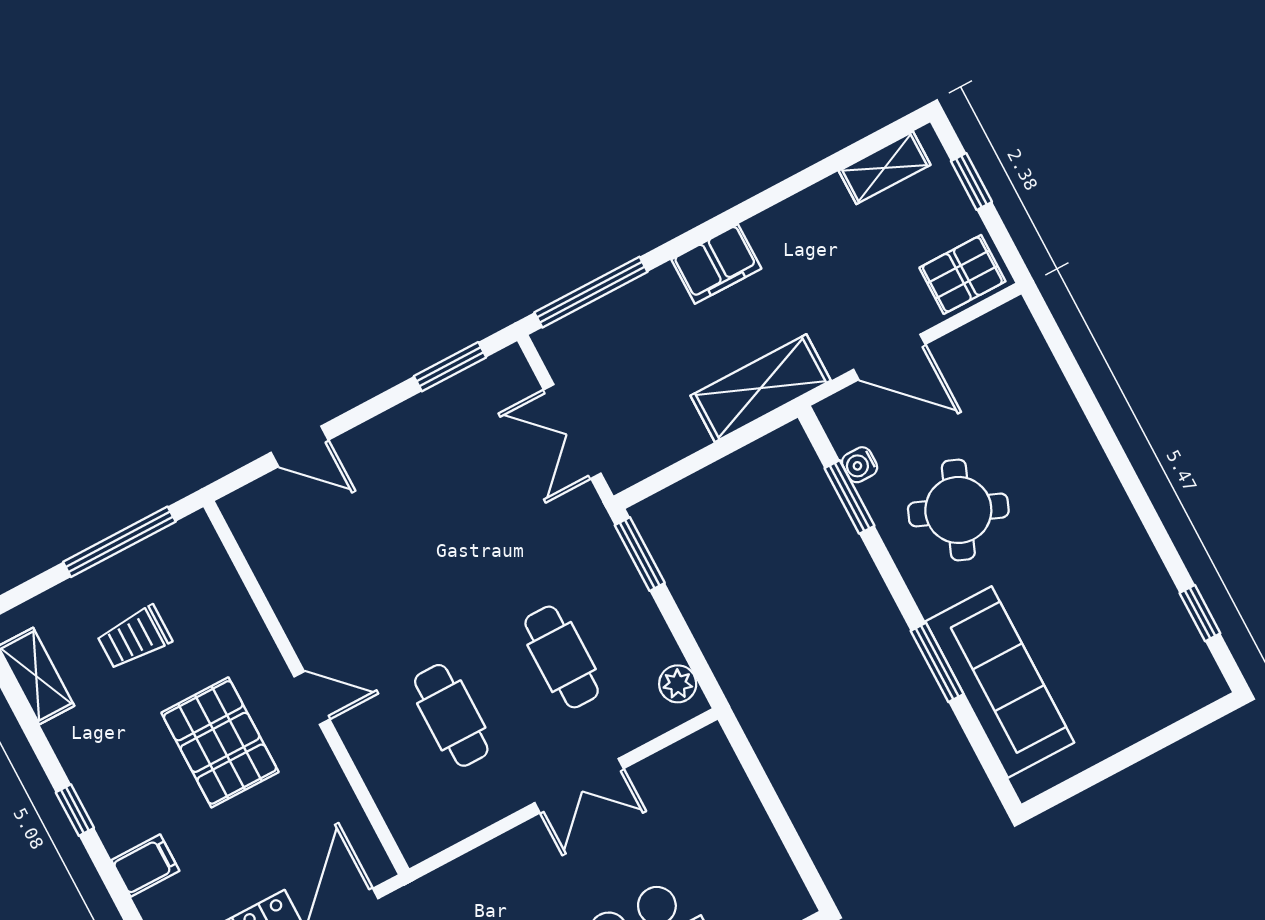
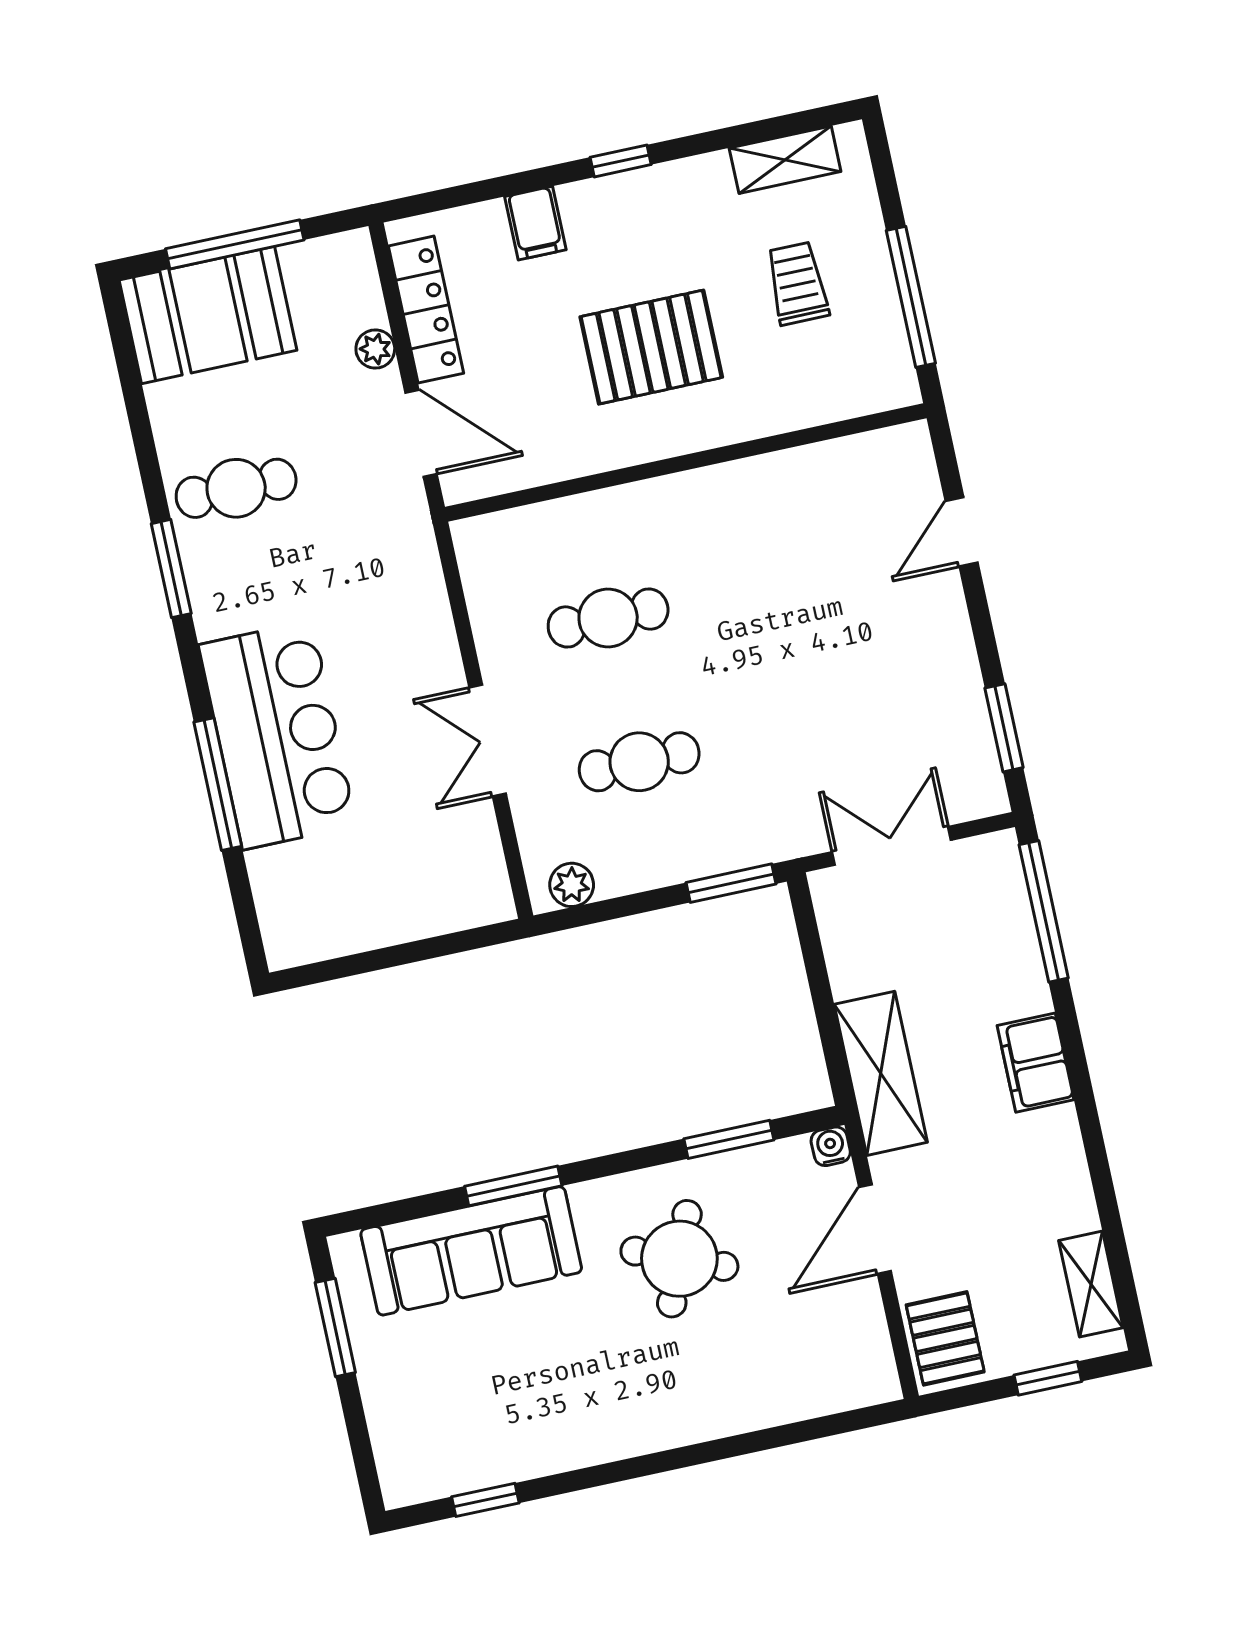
water cooler: (860, 465) -> (831, 1146), moved
door: (312, 698) -> (672, 465), removed
window: (1094, 775) -> (335, 1328), added

